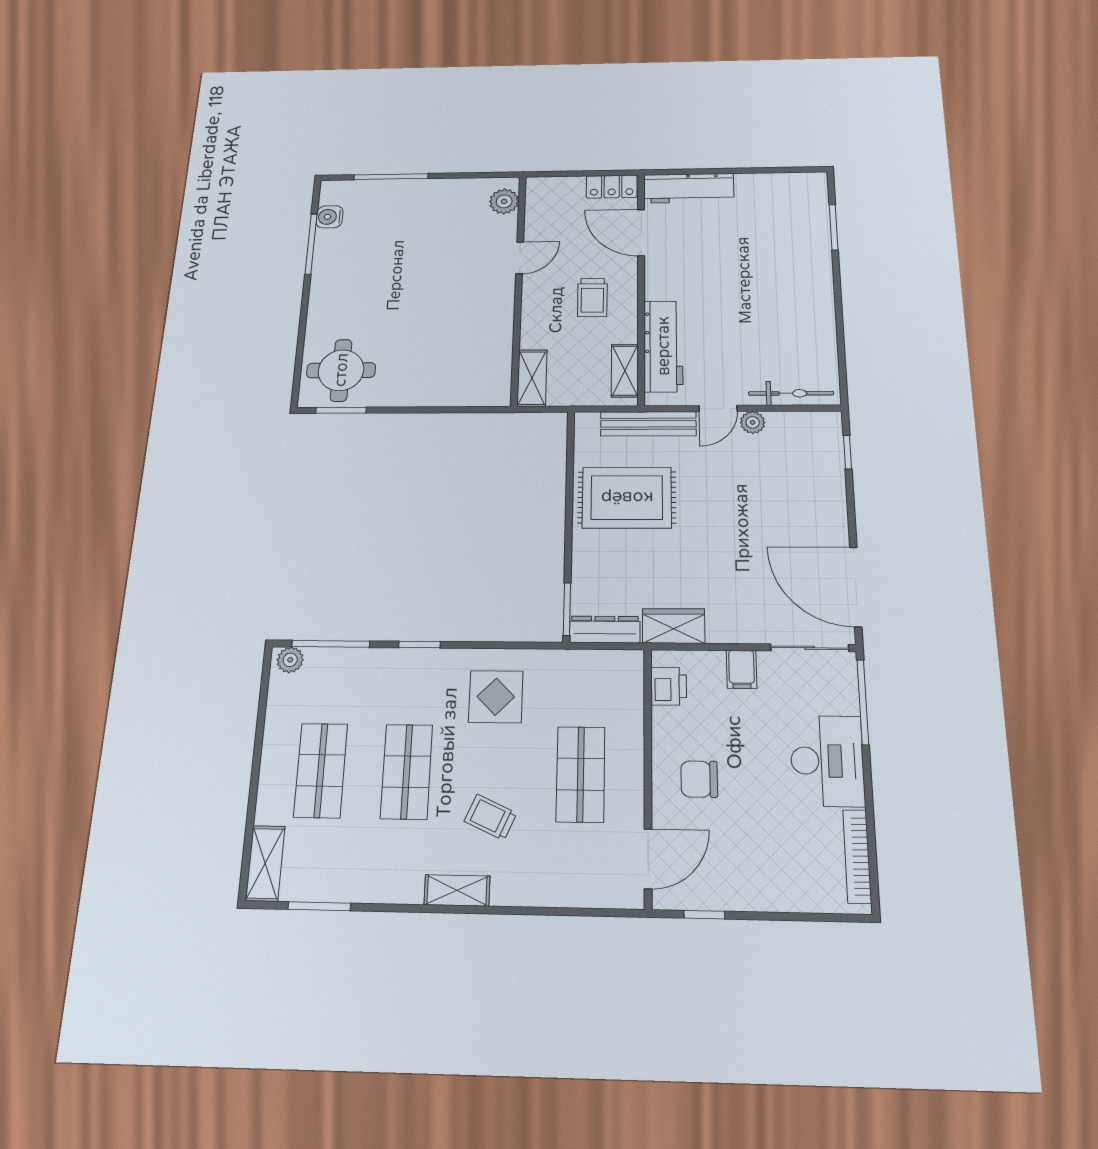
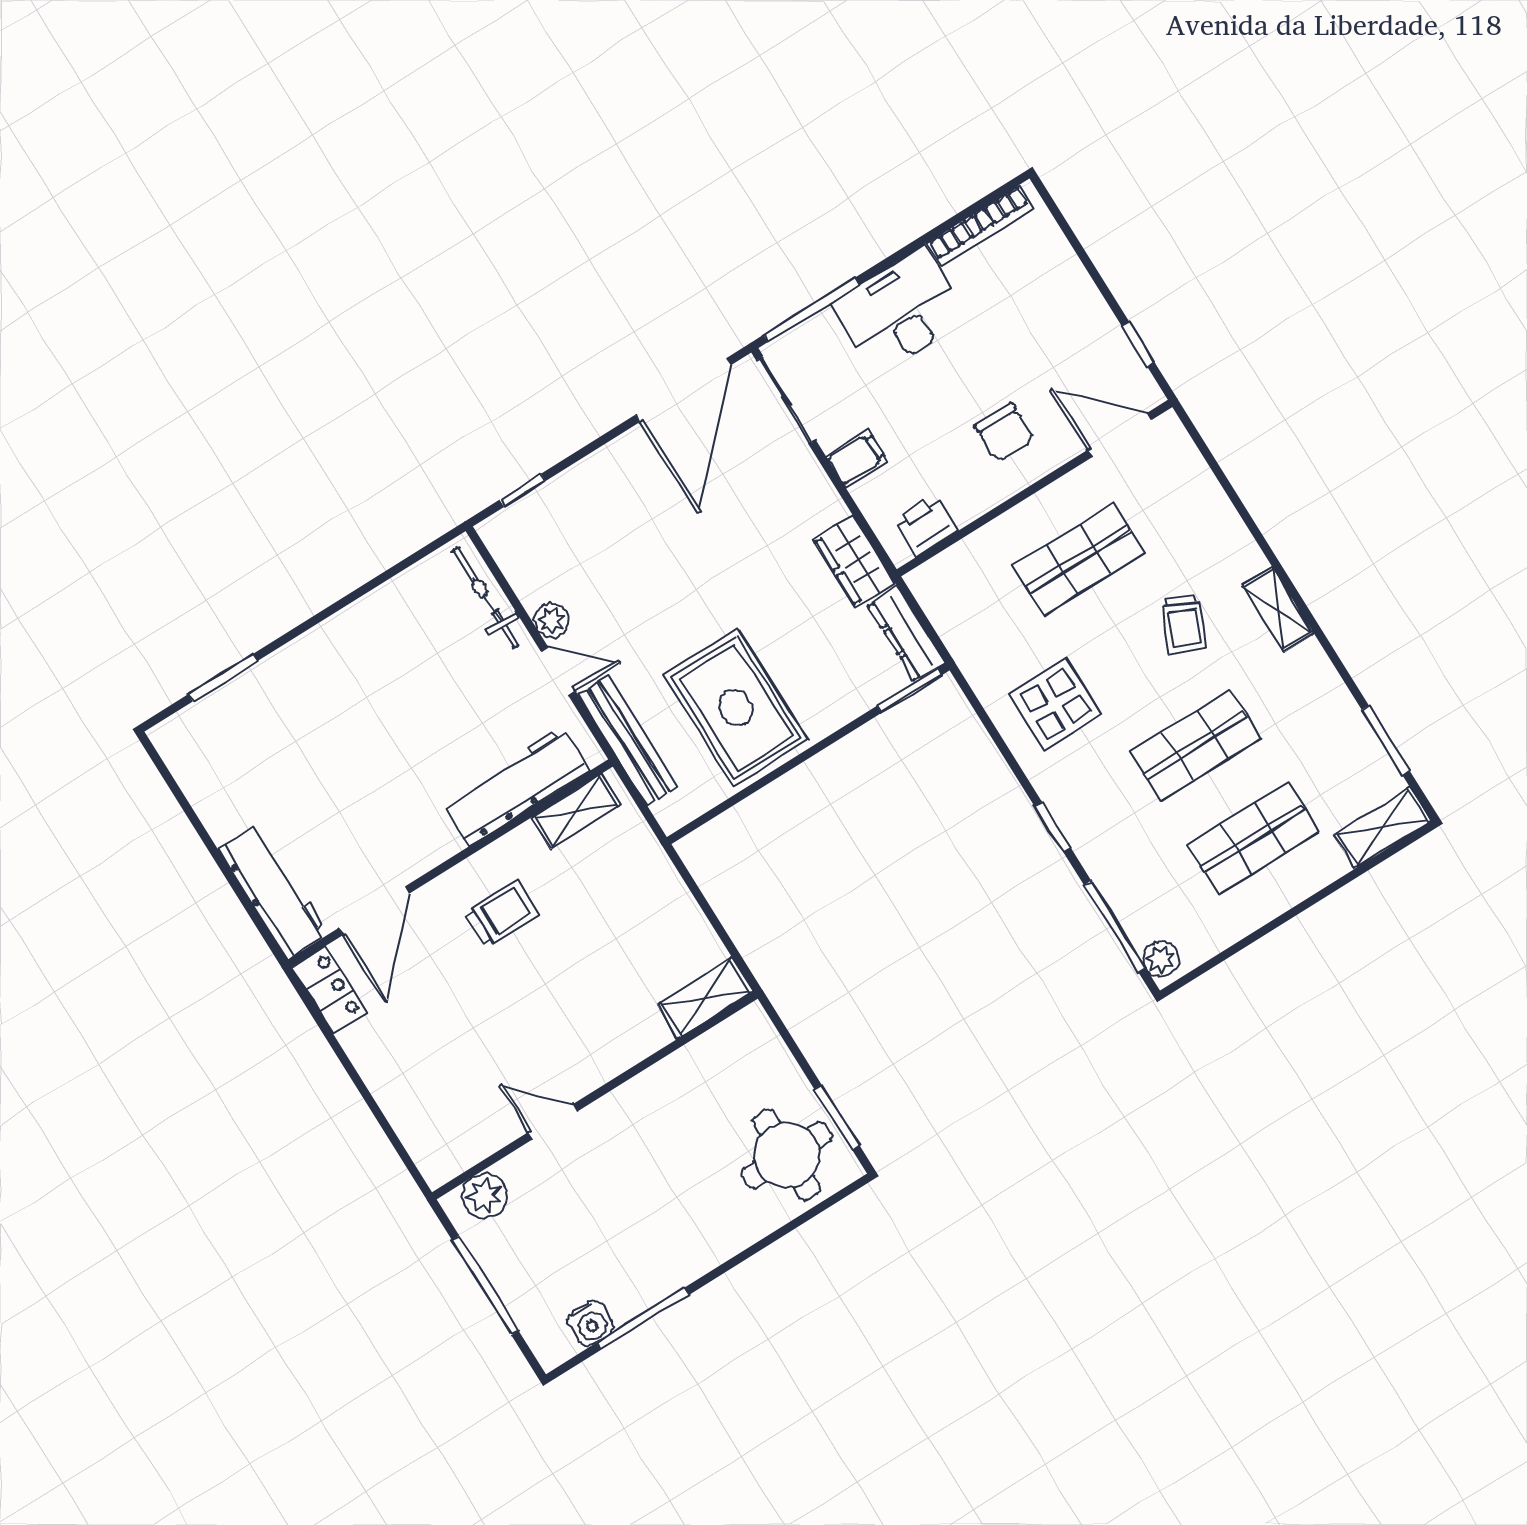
plant: (504, 201) -> (485, 1196), moved
door: (520, 258) -> (553, 1122), moved
wall: (518, 288) -> (595, 1095), moved
shelving: (532, 378) -> (705, 998), moved

